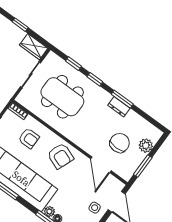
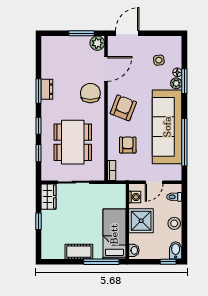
chair: (120, 143) -> (90, 93), moved, turned 90
plant: (146, 146) -> (97, 43), moved
side table: (95, 208) -> (159, 60), moved

